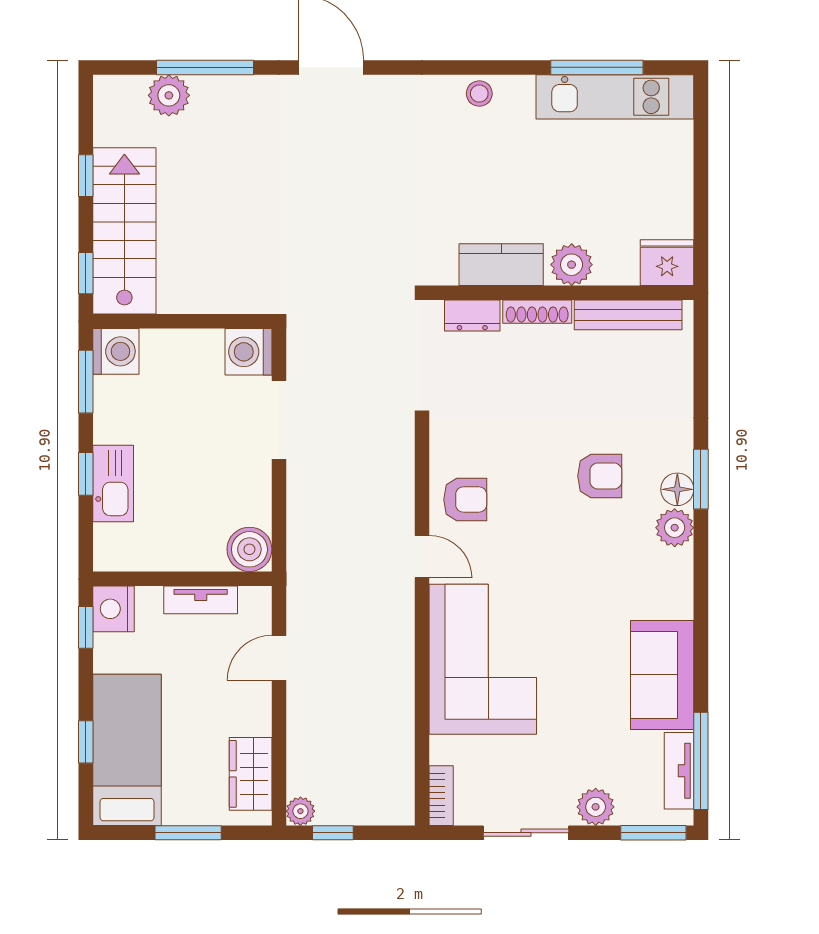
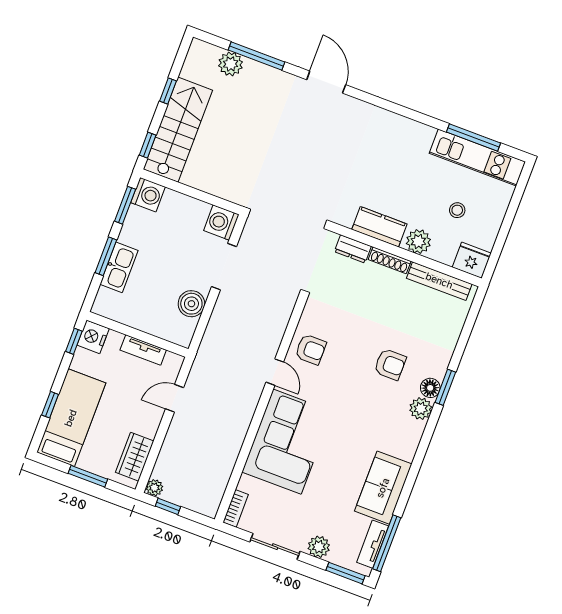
stool: (479, 94) -> (457, 210), moved
window: (86, 474) -> (106, 256), width x1.50
boiler: (249, 549) -> (191, 304), moved

